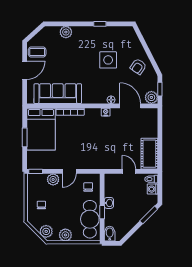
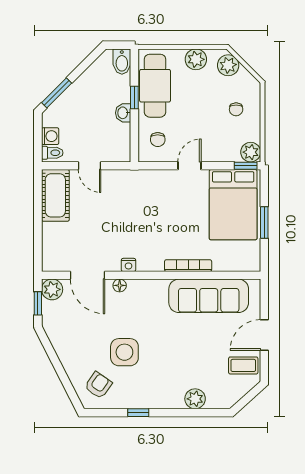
armchair: (138, 67) -> (98, 385), moved
bed: (41, 129) -> (233, 205), moved, turned 180
plant: (53, 179) -> (251, 152), moved

